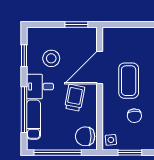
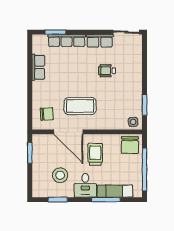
trolley: (75, 98) -> (95, 154), turned 79
window: (24, 110) -> (106, 200), width x0.68
chair: (134, 116) -> (47, 114), moved

